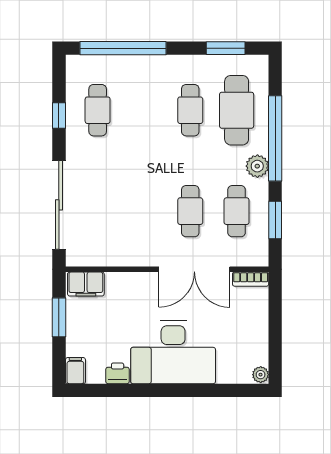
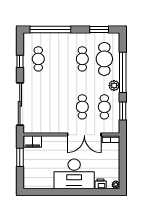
filing cabinet: (75, 371) -> (28, 183), removed
printer: (118, 373) -> (101, 184), moved

